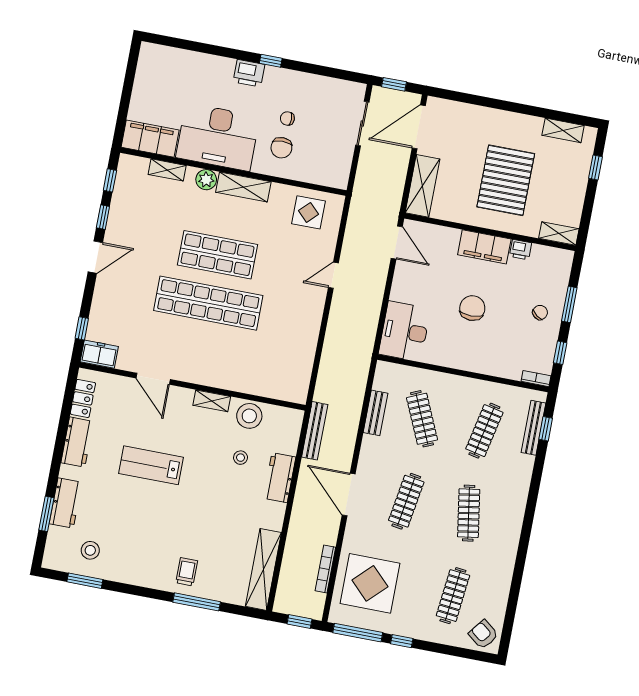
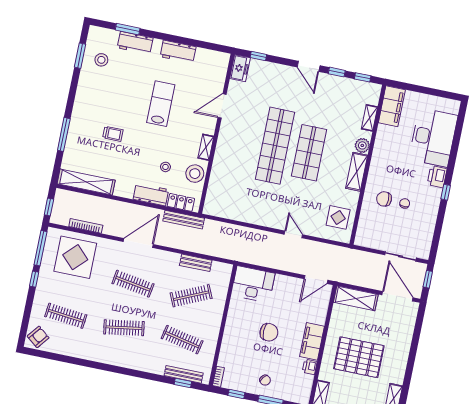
desk: (218, 137) -> (433, 137), moved, turned 180
locker: (83, 398) -> (181, 202), moved, turned 180
trolley: (187, 572) -> (113, 134), moved

